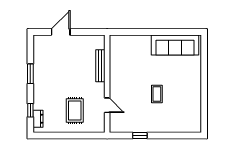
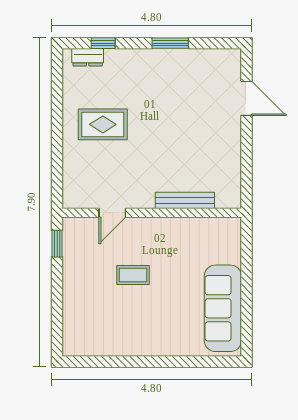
bench: (100, 66) -> (185, 200), moved
wall: (107, 84) -> (152, 213), moved
door: (107, 105) -> (112, 213), moved

